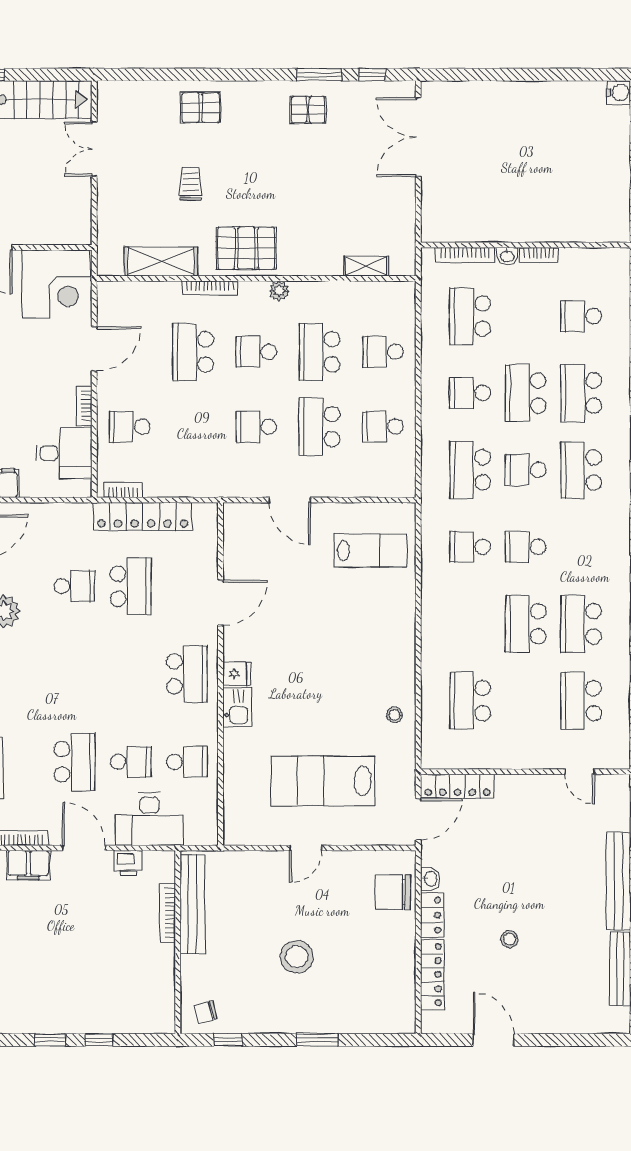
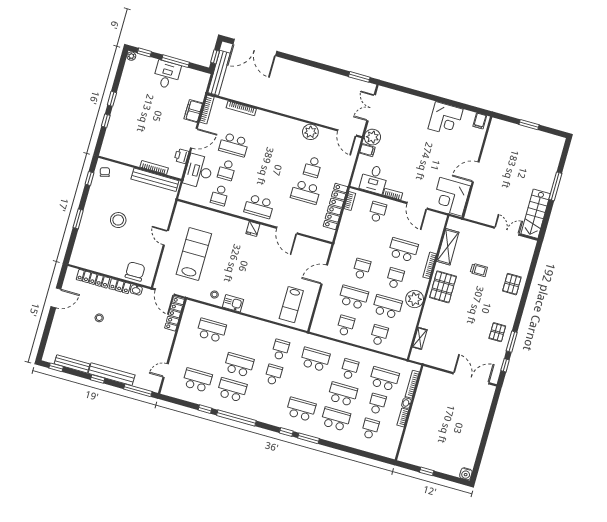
plant: (279, 291) -> (415, 299), width x1.88, depth x1.88
school desk: (526, 470) -> (377, 404), moved
kitchen sink: (237, 707) -> (233, 303), moved, turned 180

